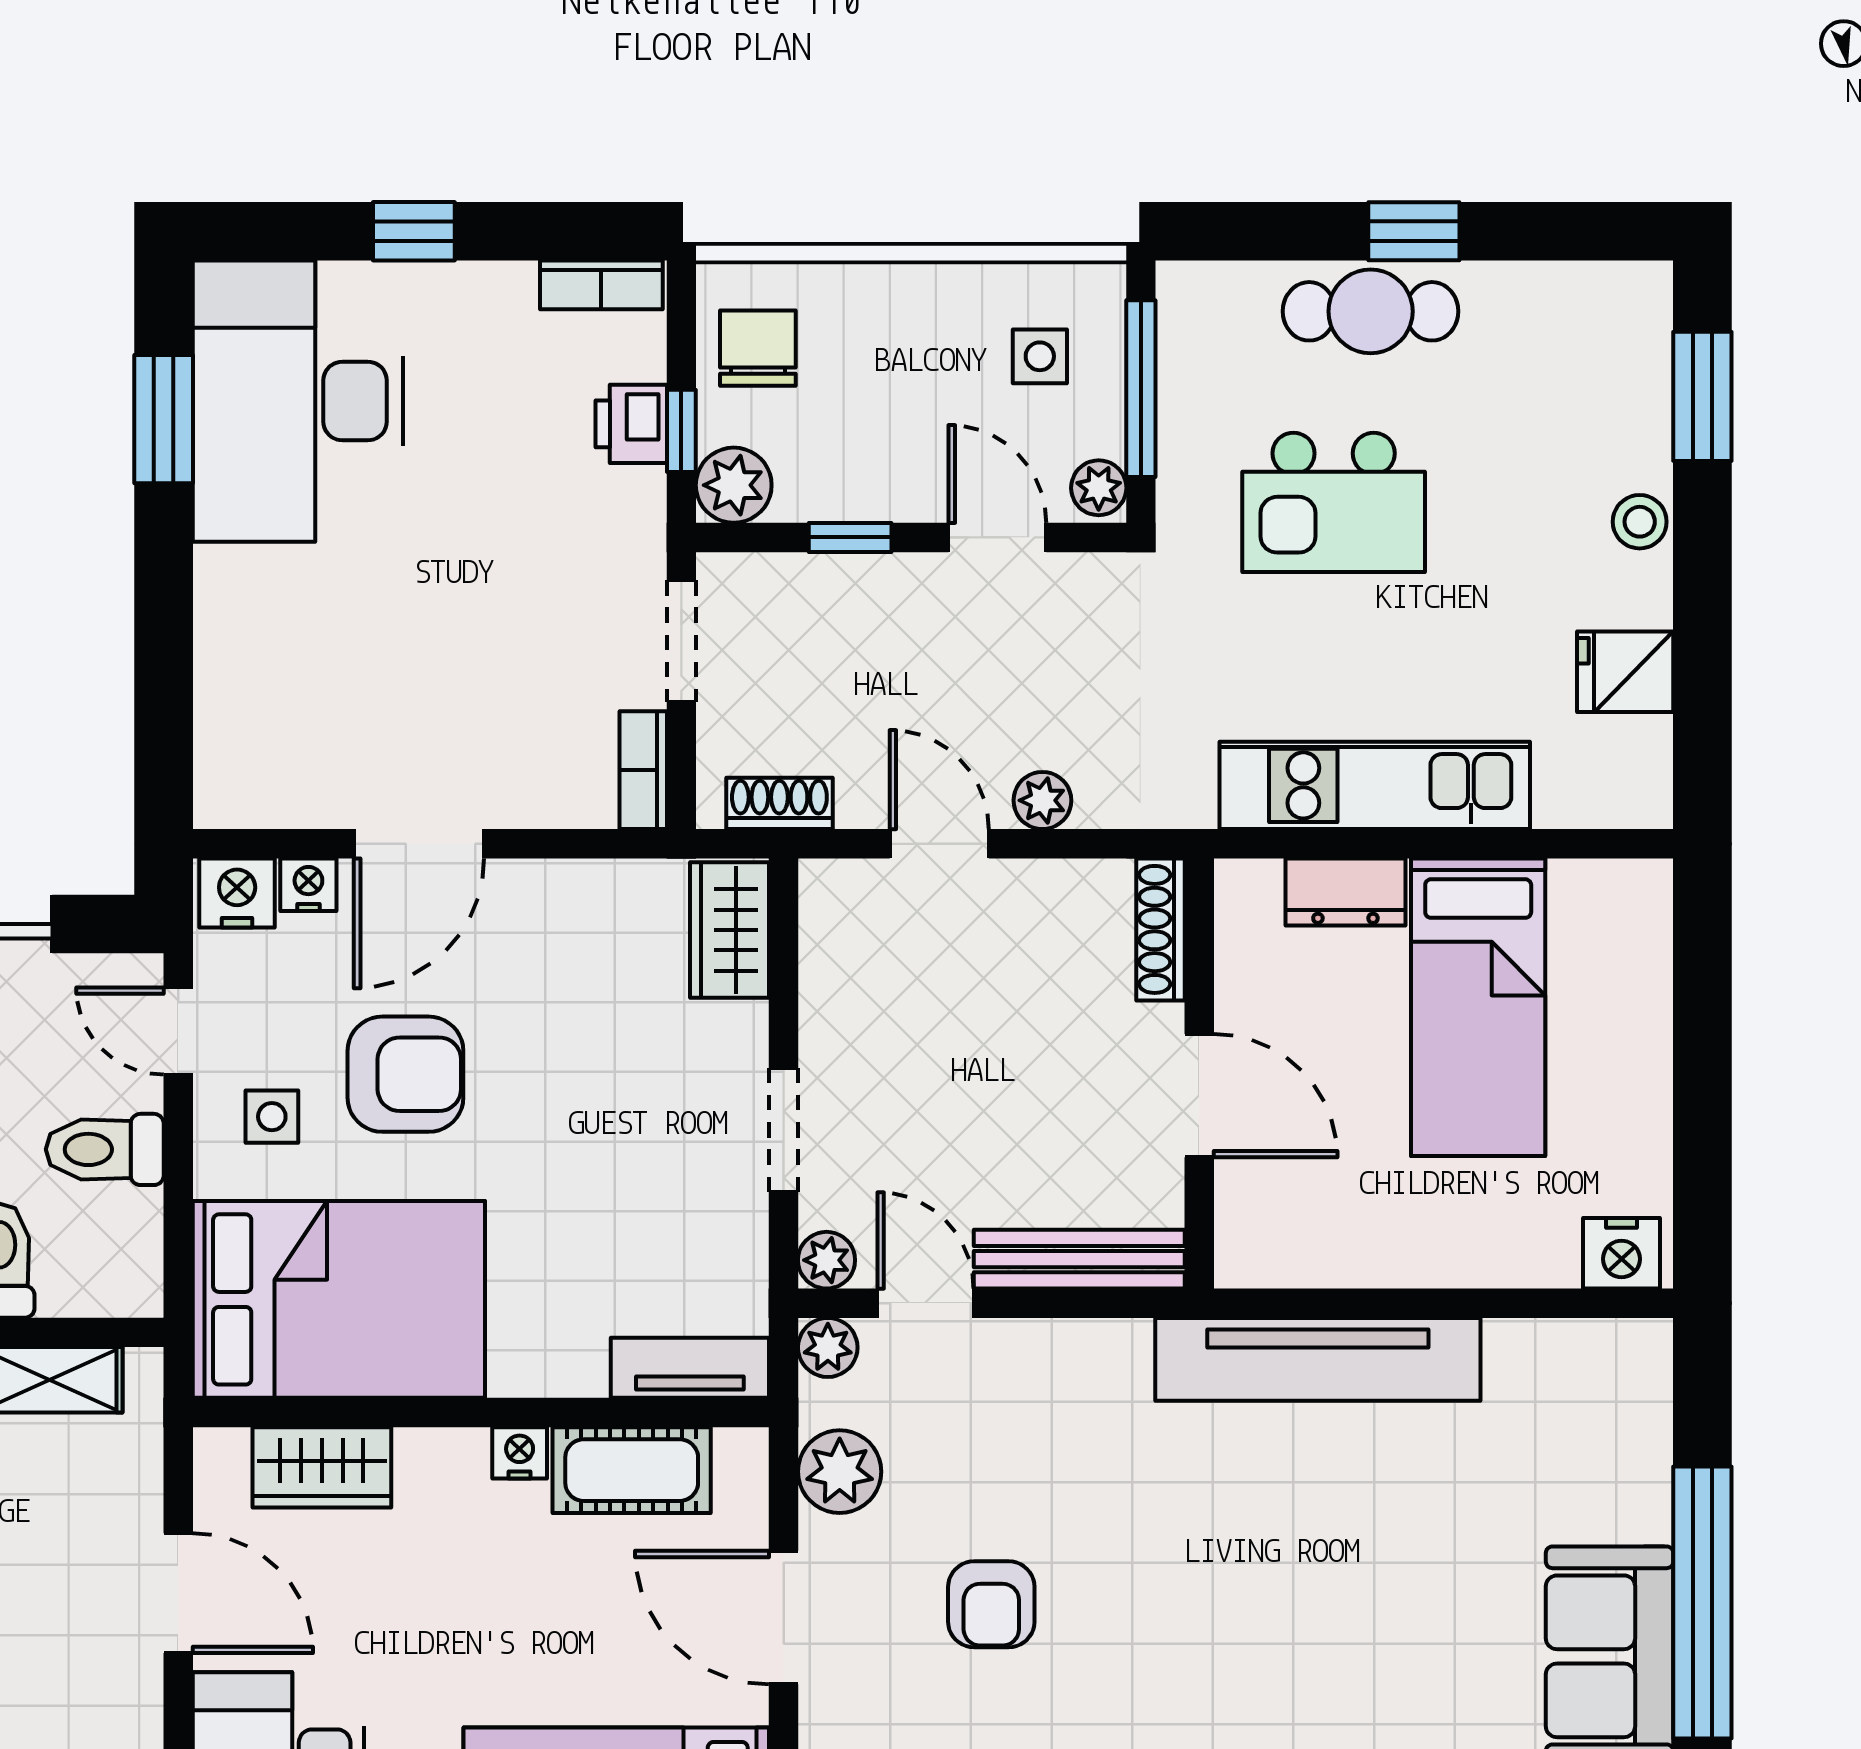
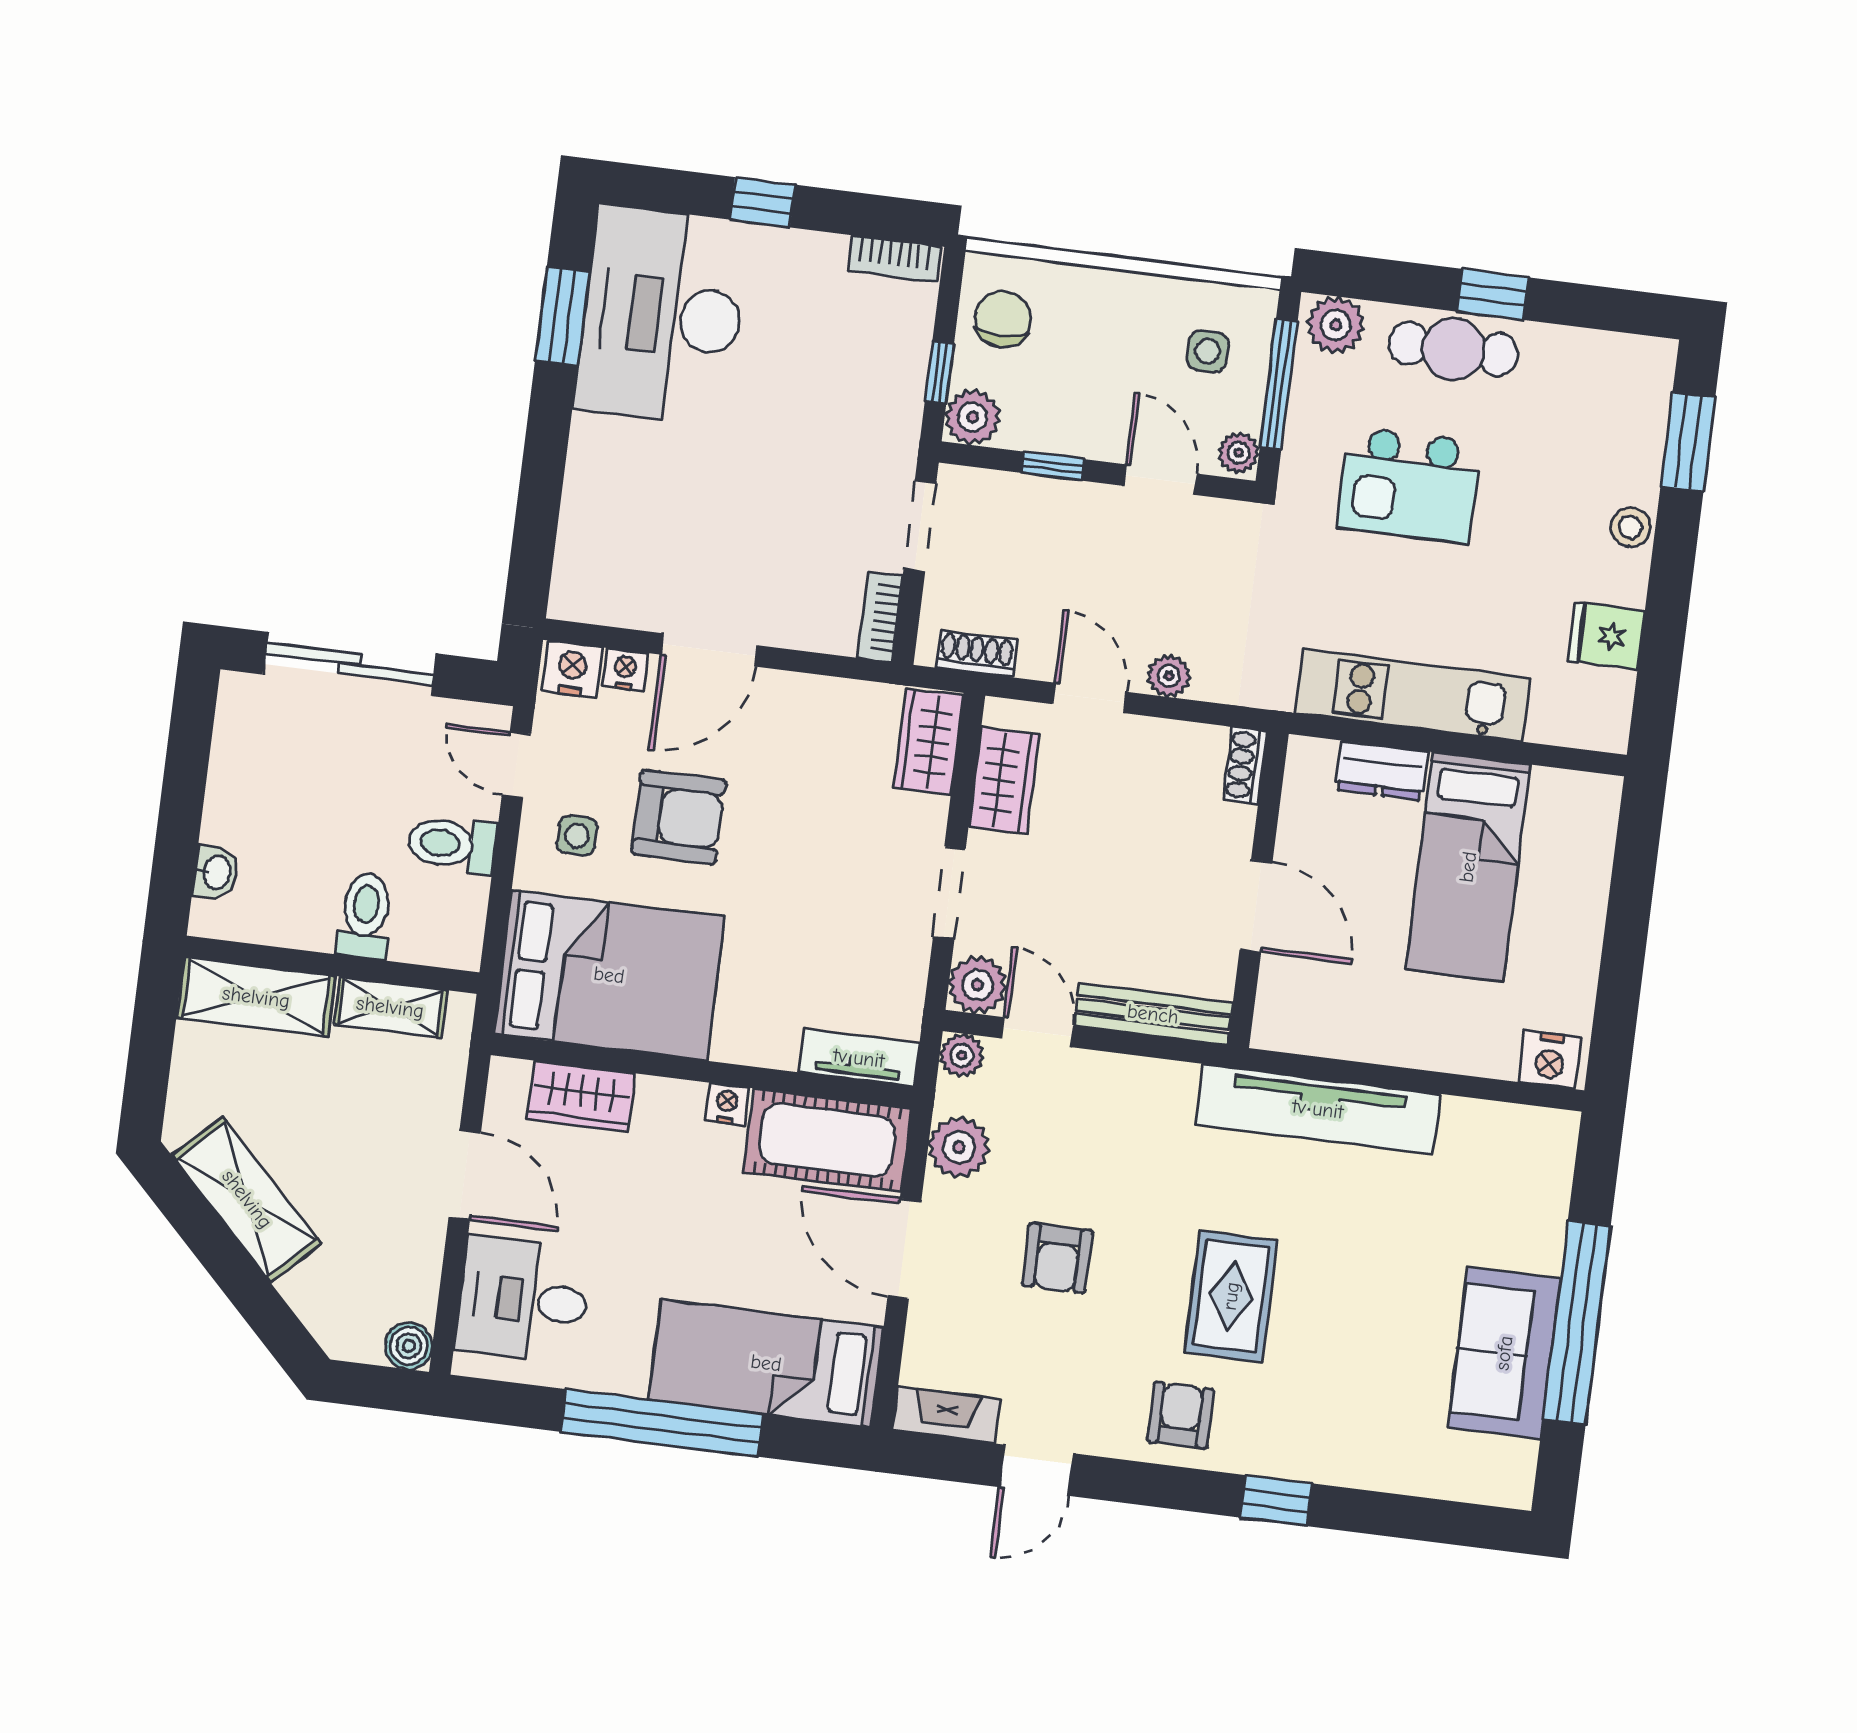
plant: (1208, 299) -> (1336, 325), added
printer: (631, 424) -> (903, 363), removed
shoe rack: (1160, 929) -> (1245, 765), width x0.70
wardrobe: (838, 970) -> (1004, 781), added
plant: (827, 1260) -> (978, 985), width x1.38, depth x1.38
cot: (632, 1470) -> (827, 1140), width x1.37, depth x1.34
rug: (1232, 1626) -> (1231, 1296), added

